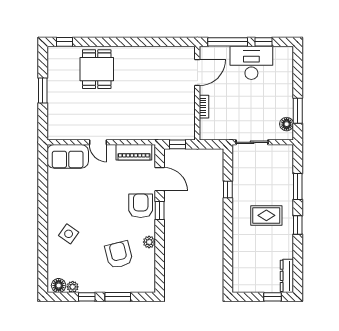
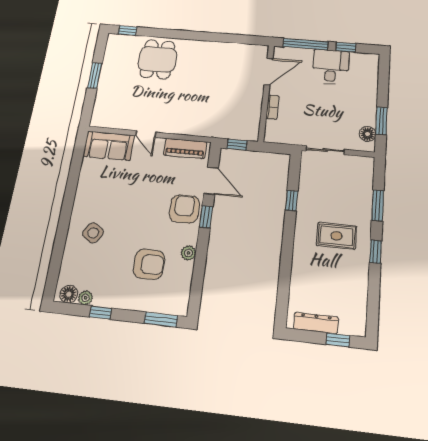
desk: (251, 63) -> (331, 67), width x0.73
armchair: (119, 255) -> (149, 264), turned 104
dresser: (287, 276) -> (316, 323), moved, turned 90
window: (118, 297) -> (161, 320), moved

